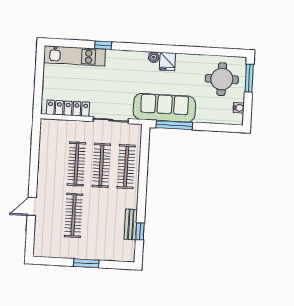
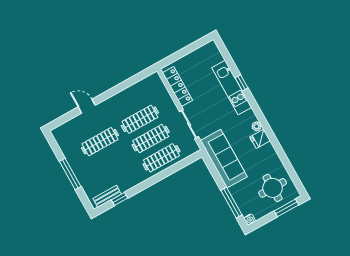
kitchen unit: (75, 56) -> (232, 88), moved
water cooler: (239, 108) -> (250, 219), moved
window: (174, 125) -> (231, 203), moved
bench: (131, 224) -> (107, 196), moved
window: (86, 263) -> (70, 174), width x1.44

